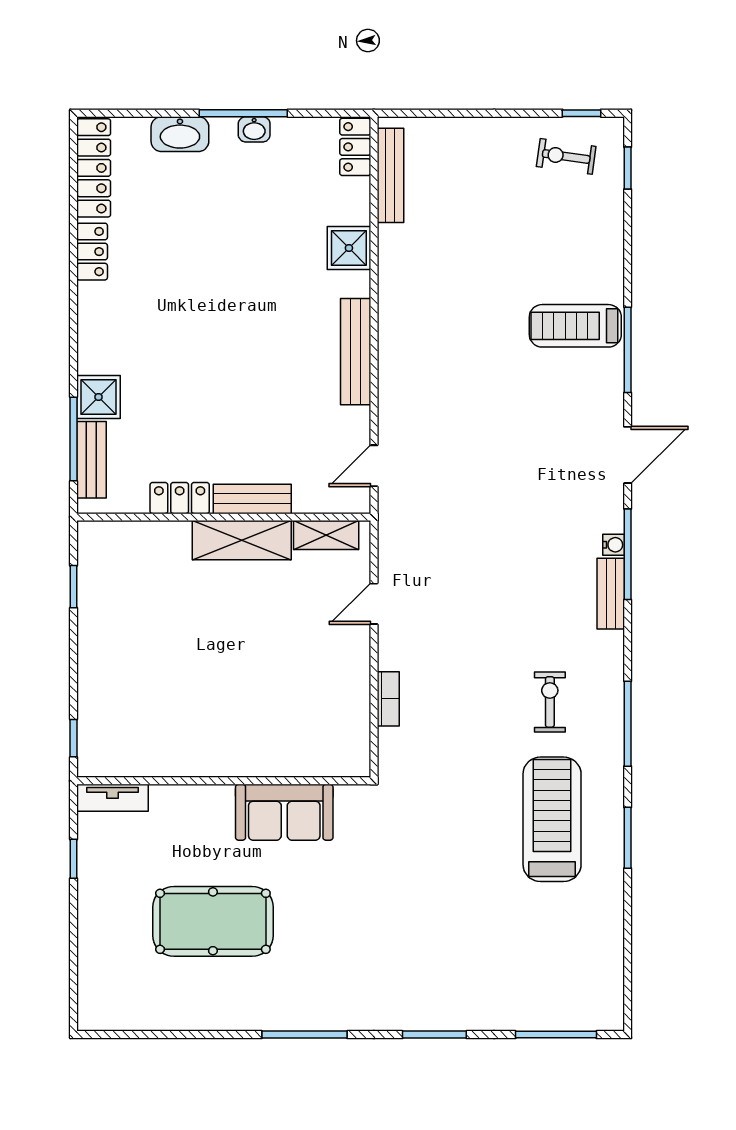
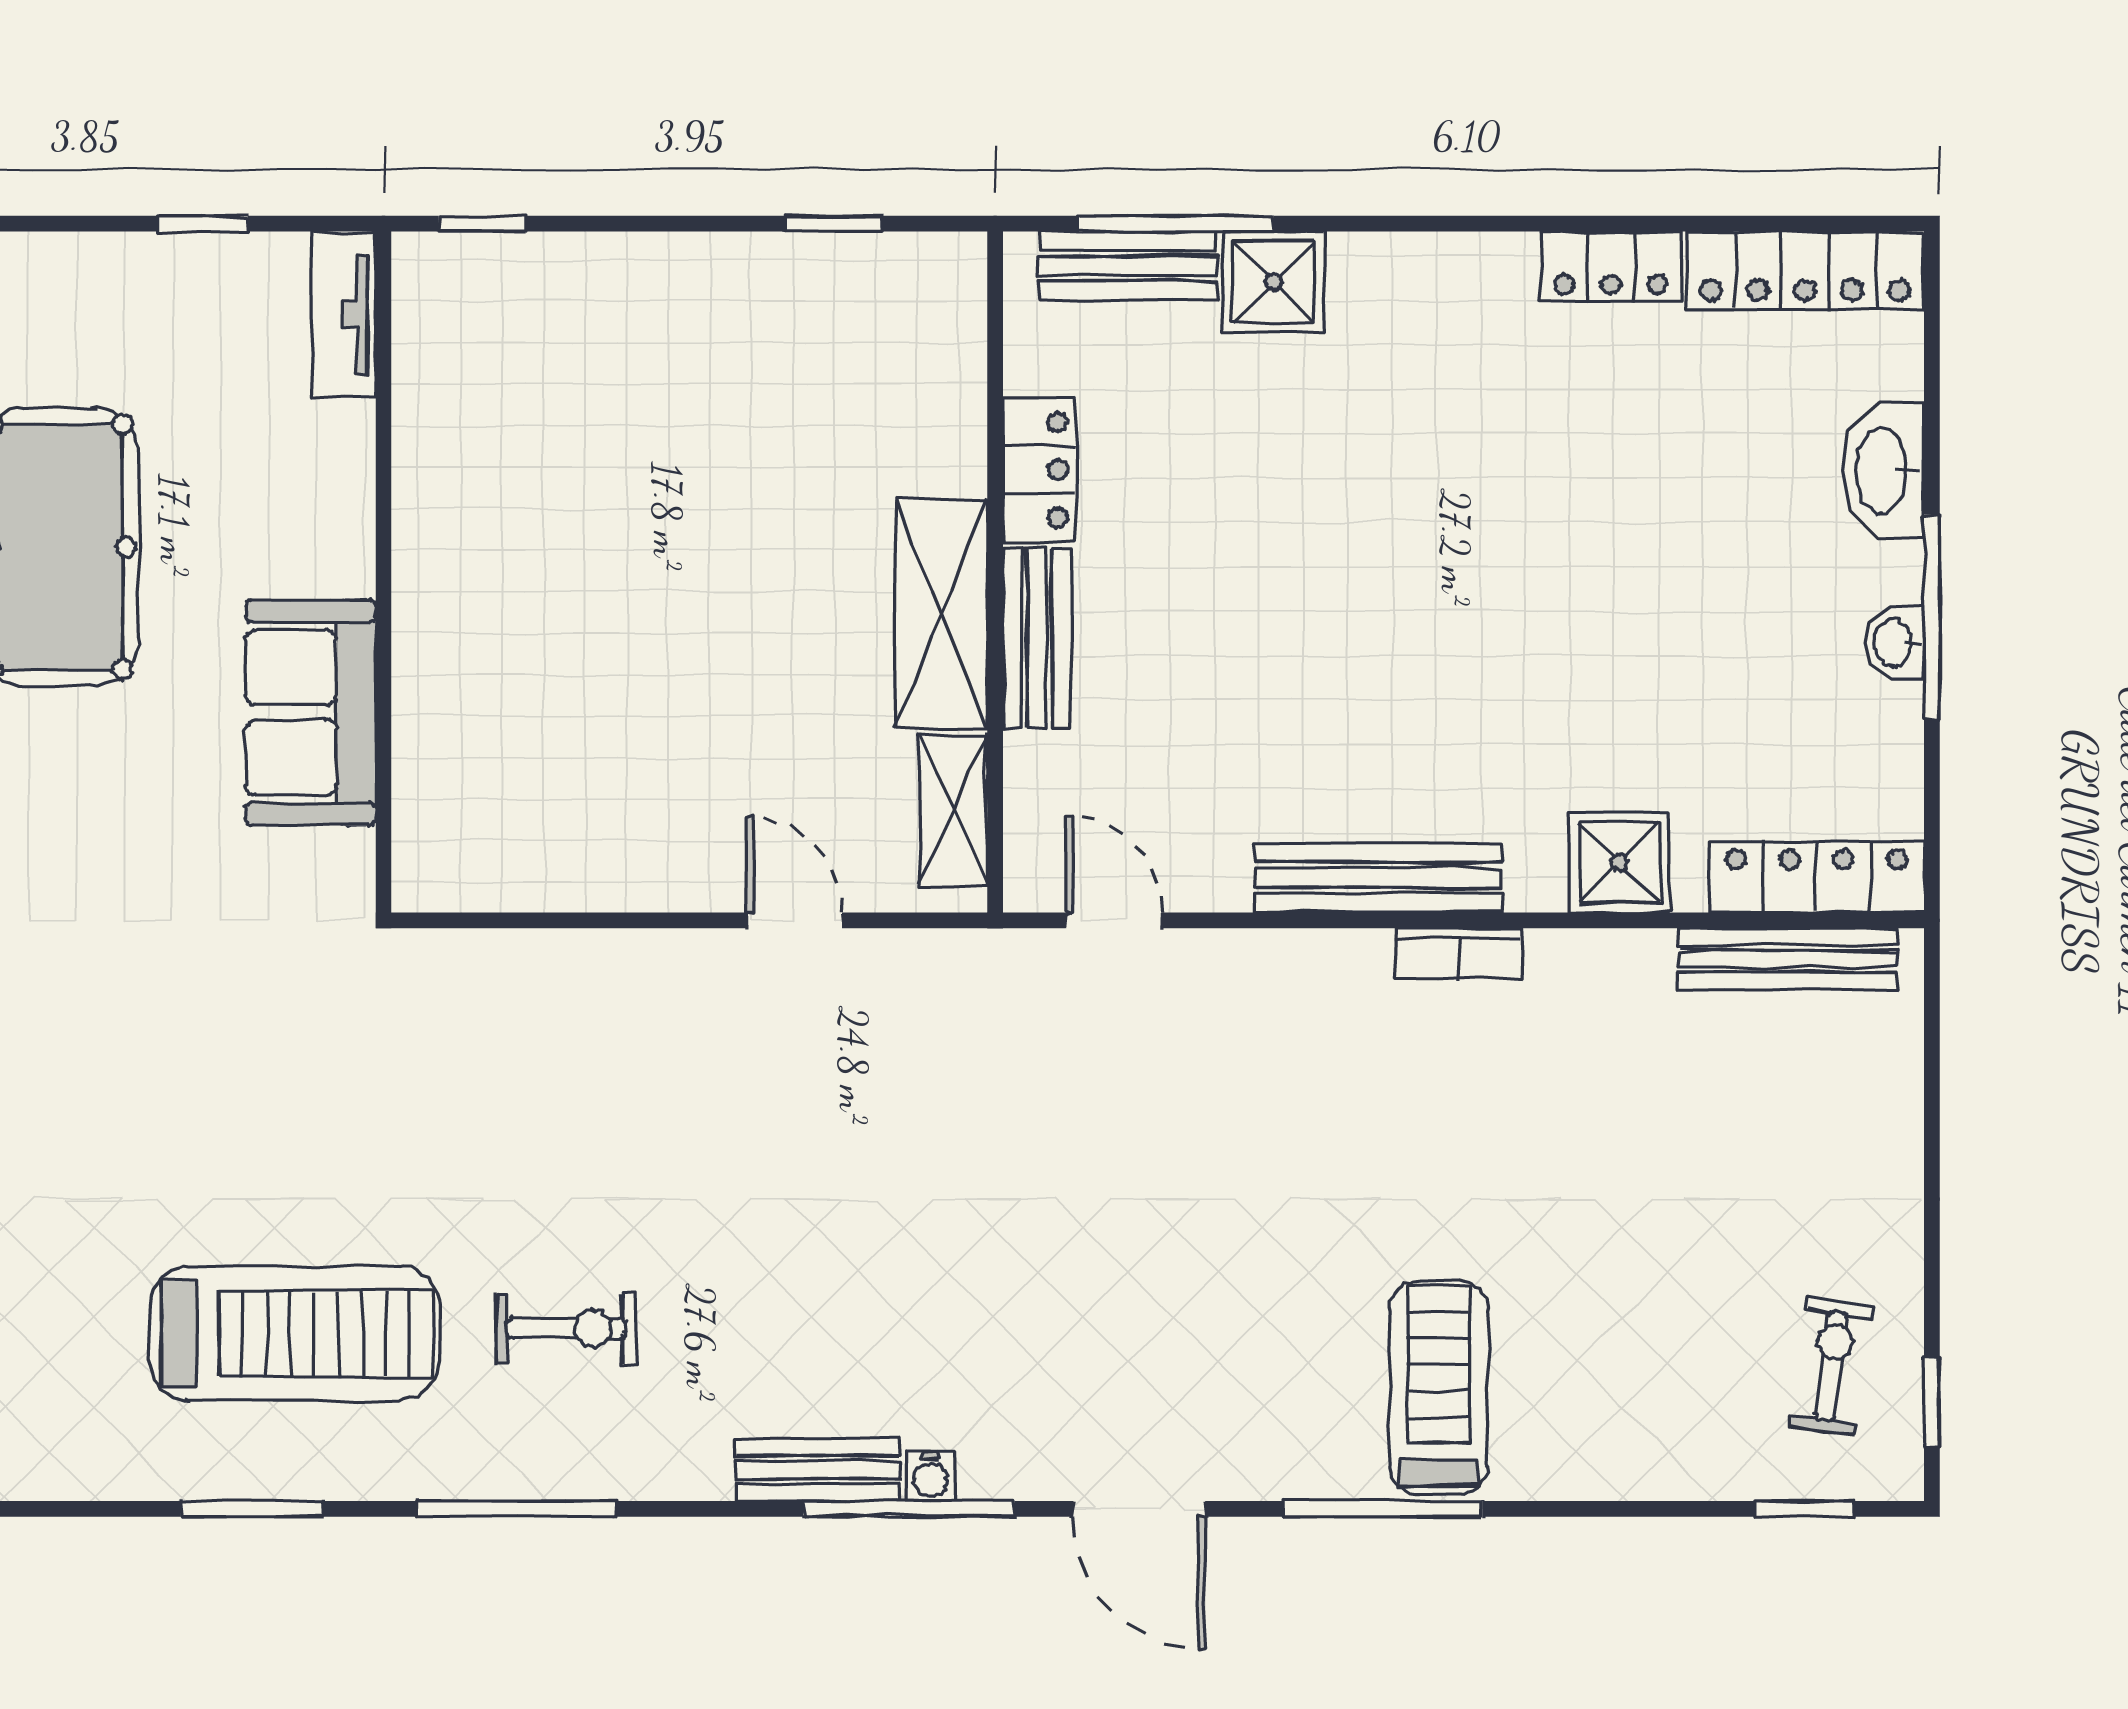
locker: (355, 147) -> (1817, 877), width x1.53
bookcase: (388, 699) -> (1459, 953), moved

